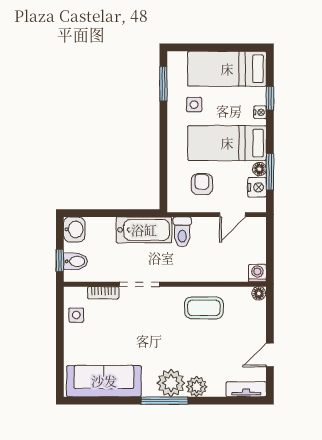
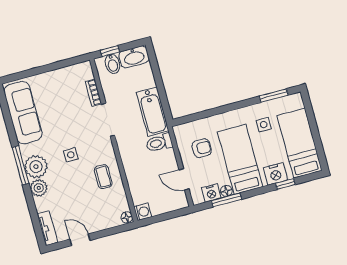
nightstand: (260, 112) -> (275, 174), width x1.89, depth x1.79
washbasin: (74, 229) -> (134, 57), width x1.38
coffee table: (204, 308) -> (103, 177), width x0.73, depth x0.77
side table: (76, 315) -> (71, 155), moved

